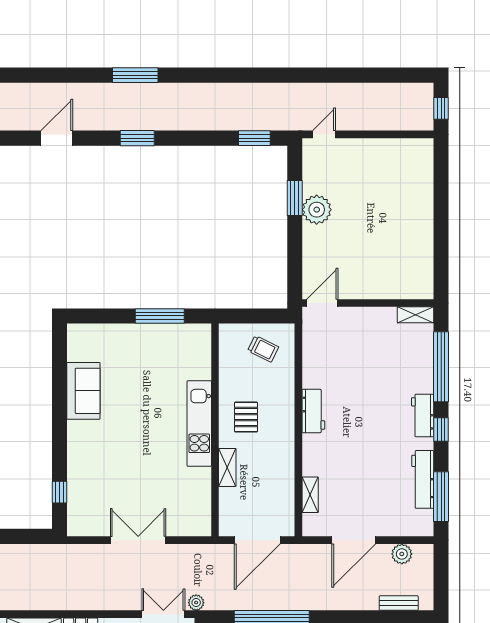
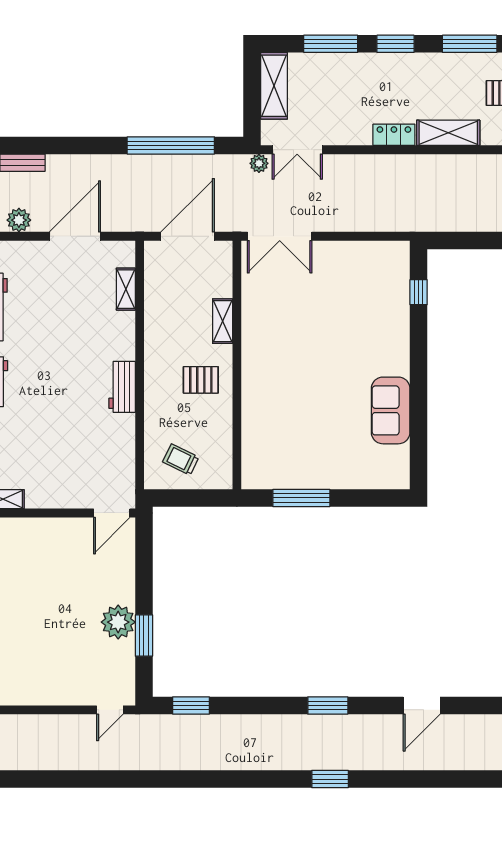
window: (135, 75) -> (330, 779), width x0.69
pallet: (246, 417) -> (201, 380), turned 90
kitchen unit: (199, 424) -> (255, 372), removed
double door: (138, 540) -> (280, 236), moved

